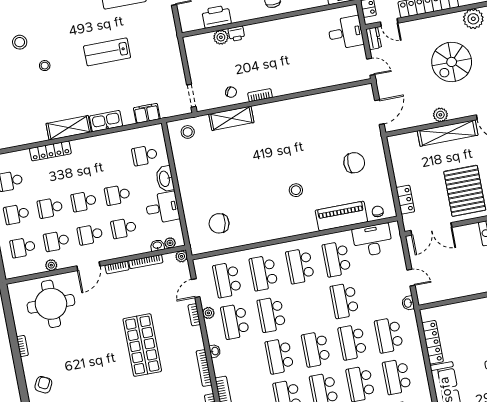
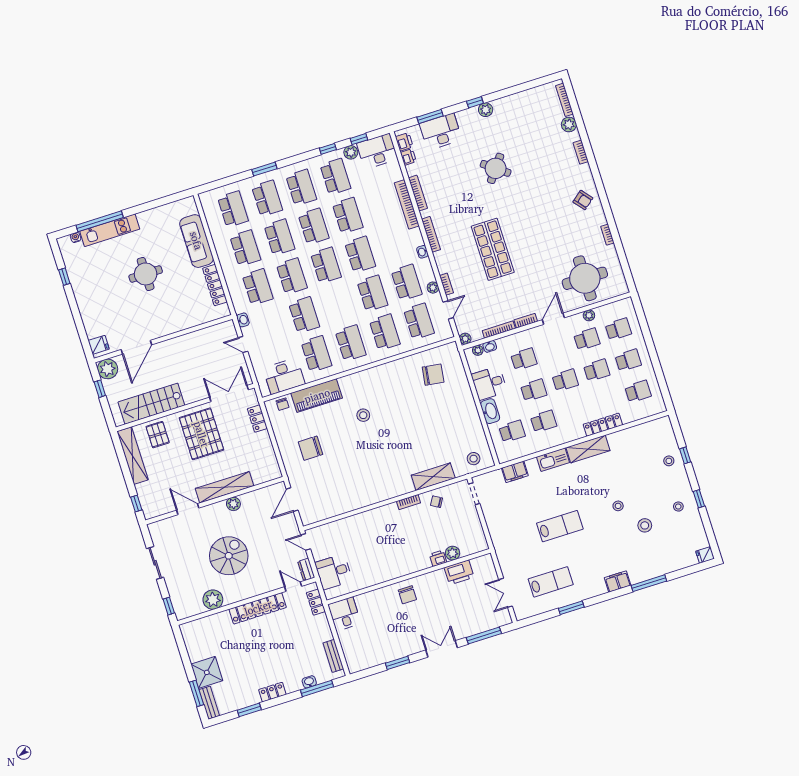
school desk: (90, 235) -> (544, 421), moved
armchair: (43, 385) -> (583, 200), turned -66

